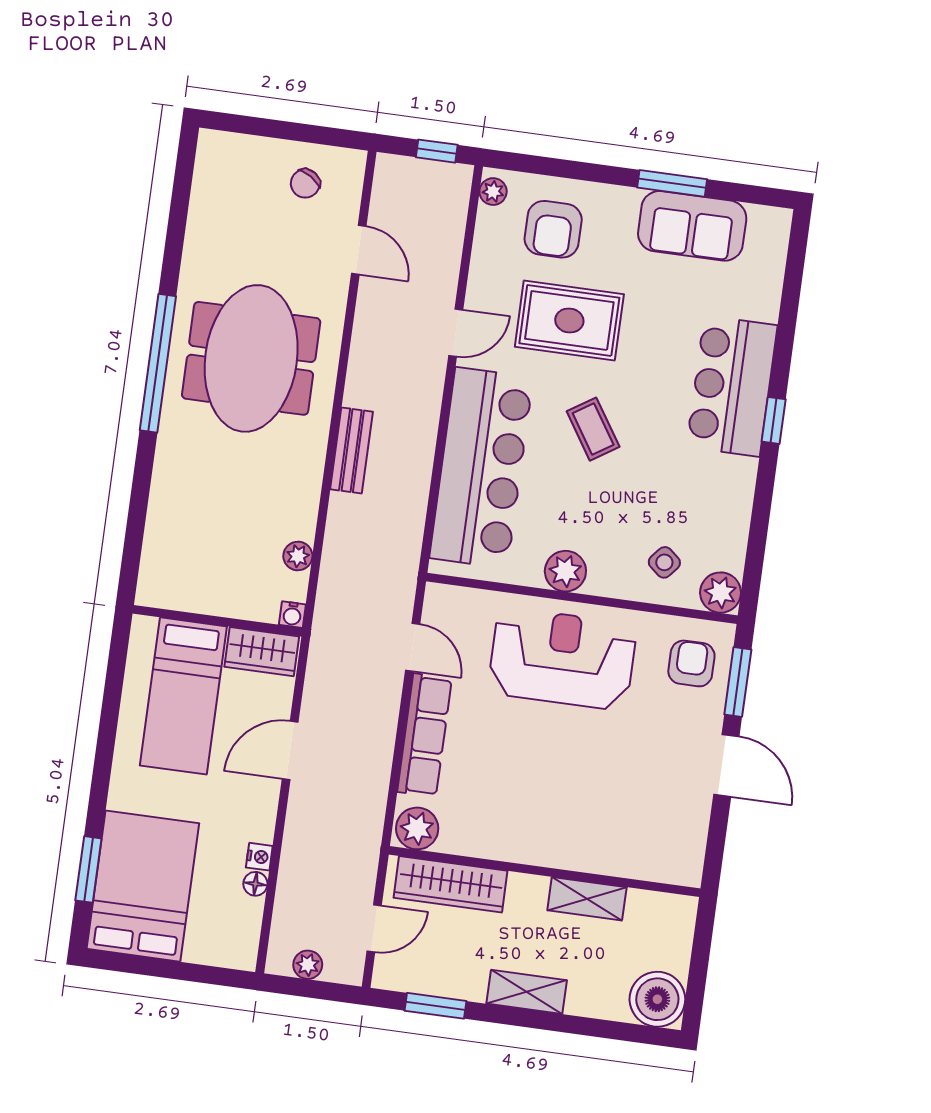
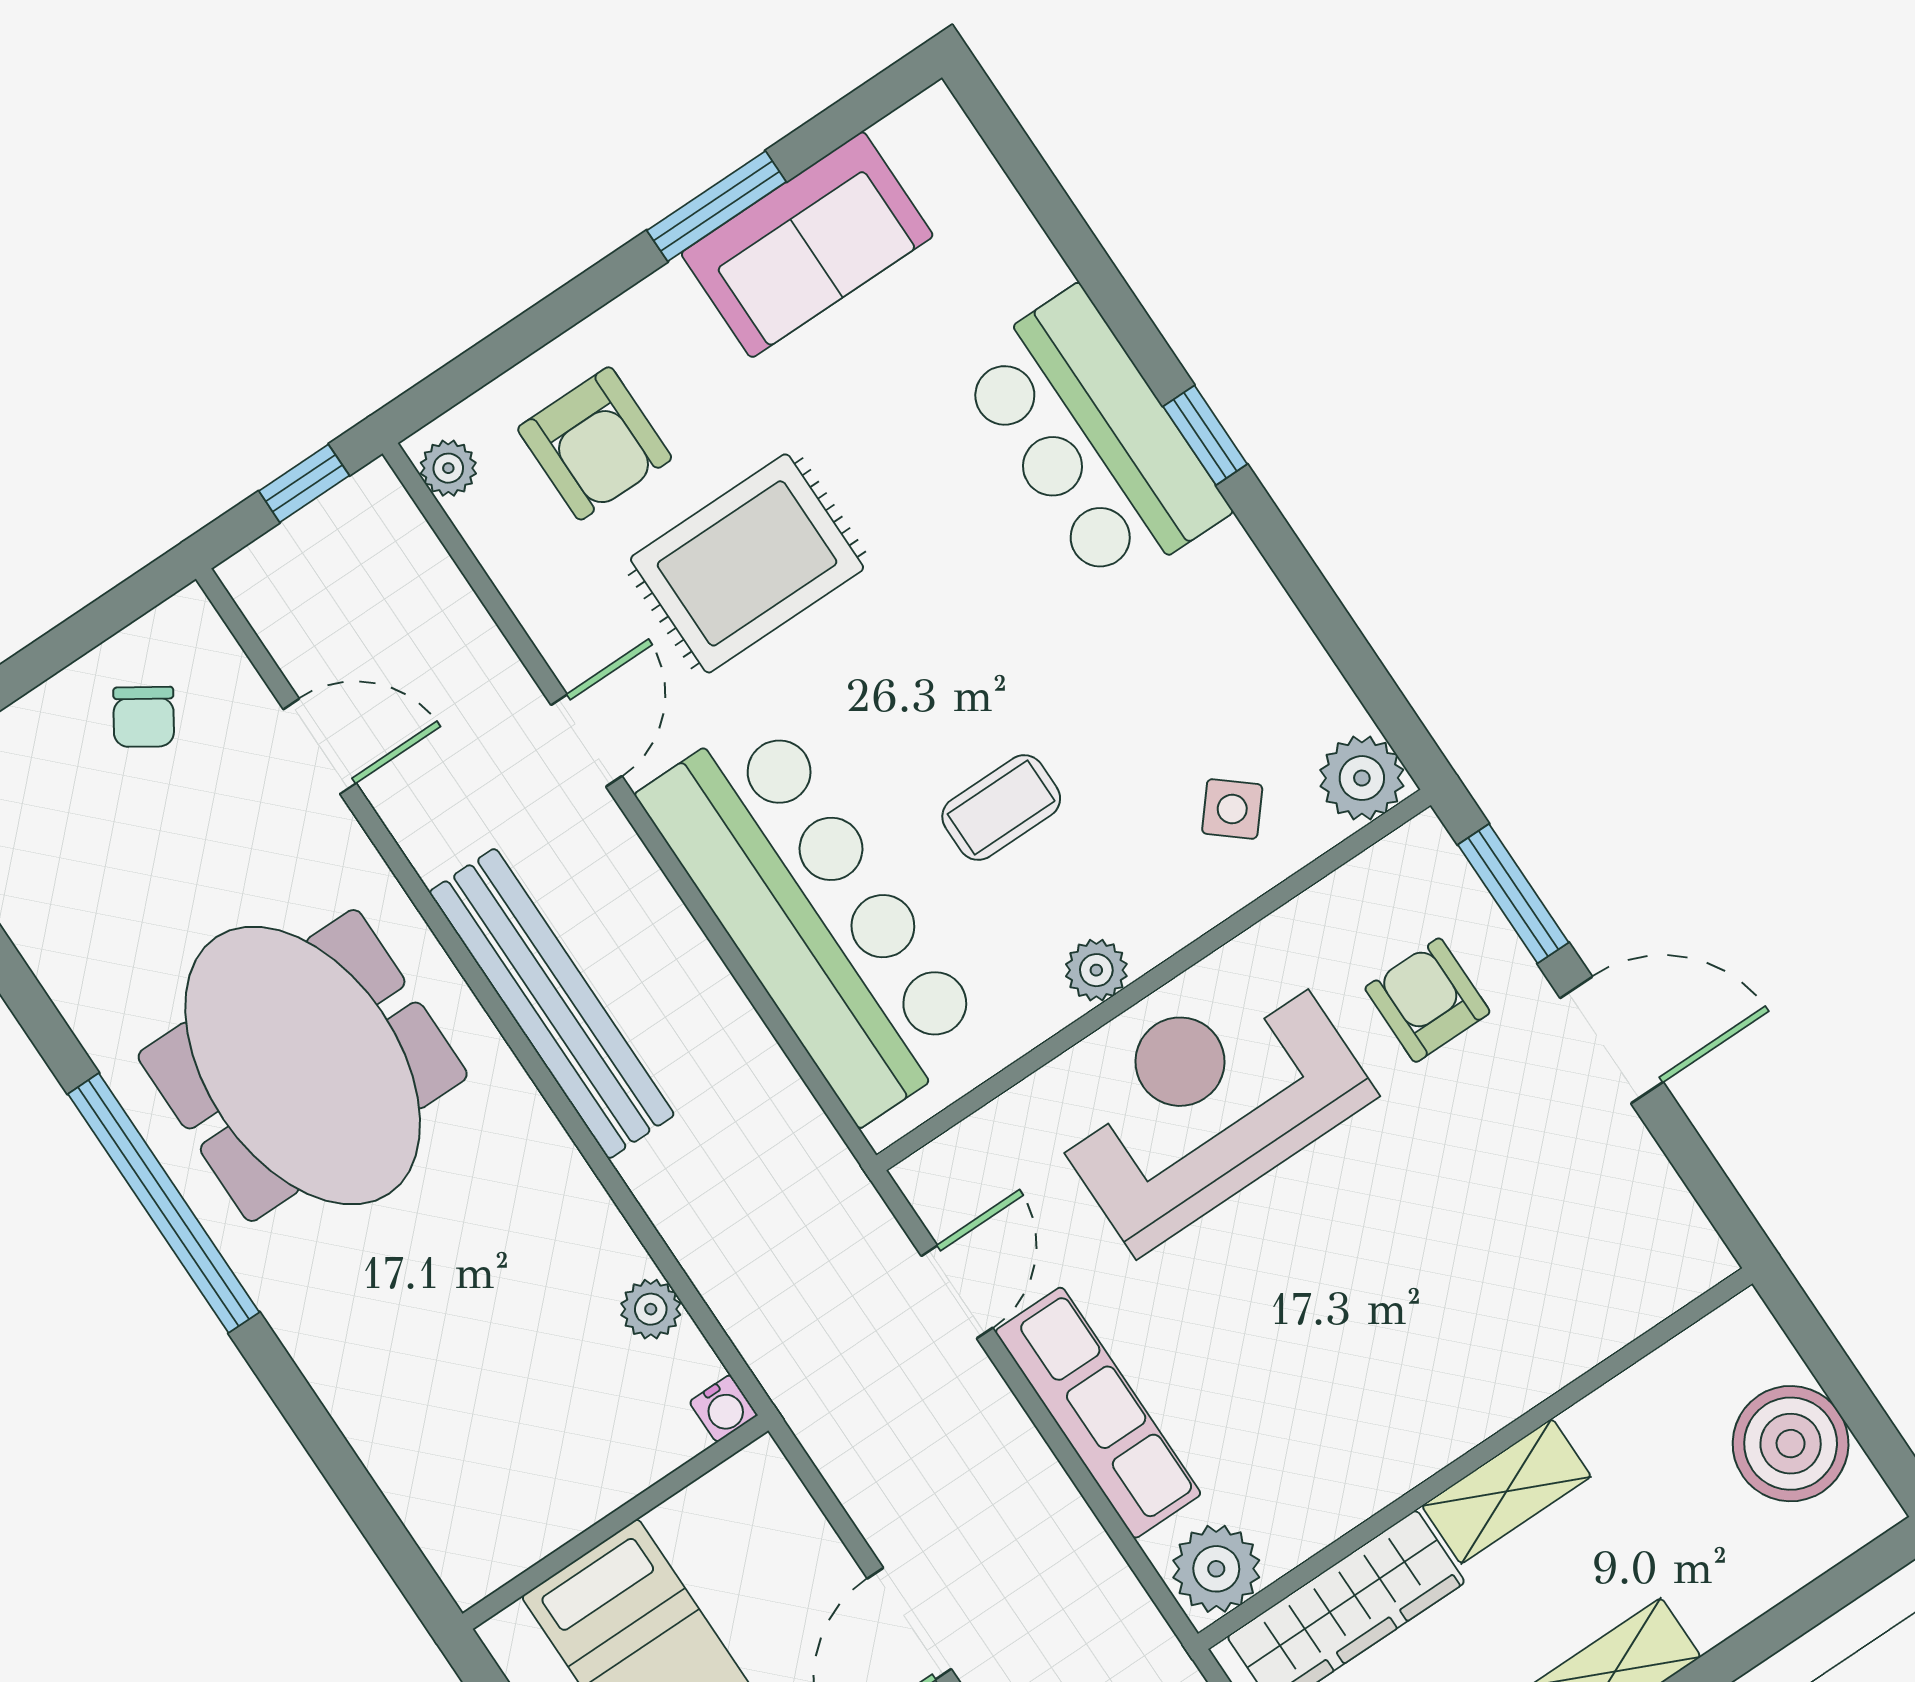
coffee table: (593, 429) -> (1001, 808), moved, turned -57
bench: (352, 450) -> (552, 1004), width x1.86, depth x1.21
plant: (565, 571) -> (1096, 970), width x0.73, depth x0.73
door: (413, 647) -> (957, 1292), hinge flipped
wardrobe: (262, 652) -> (727, 1509), removed
armchair: (691, 663) -> (1427, 1000), moved
shelving: (587, 899) -> (1506, 1491), moved
boiler: (657, 999) -> (1791, 1444), moved

